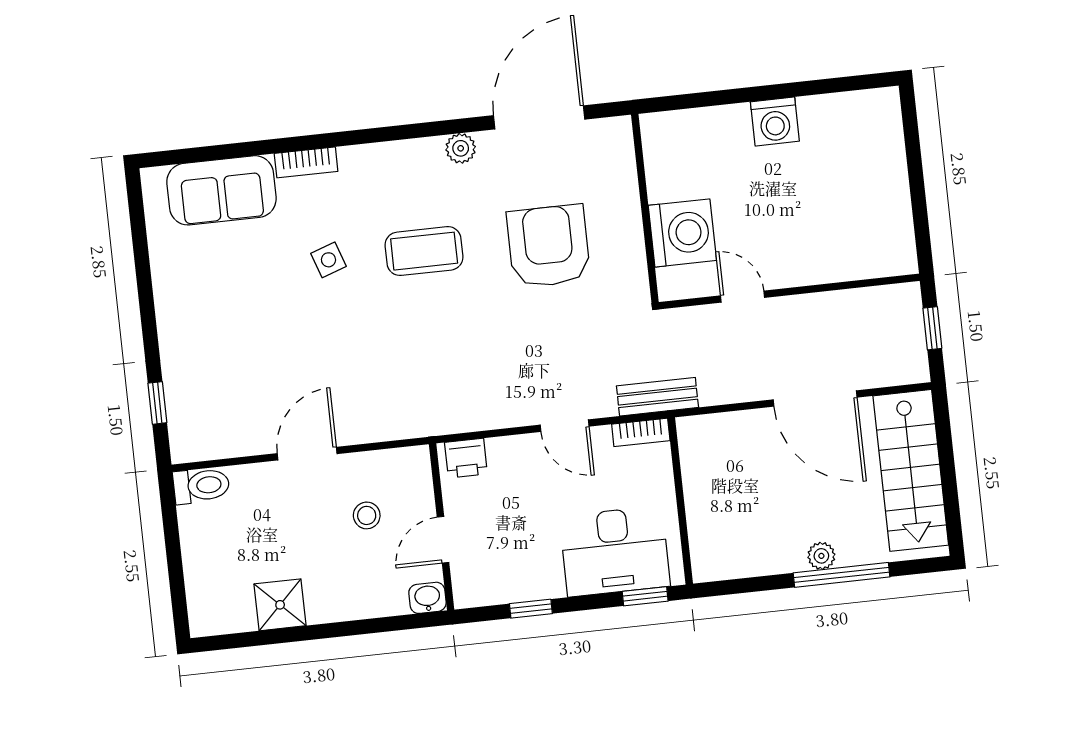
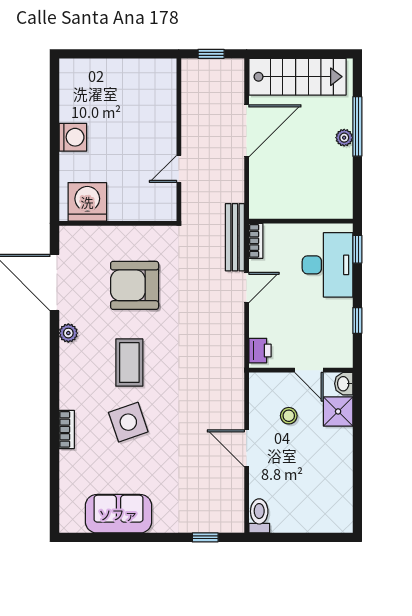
sofa: (221, 190) -> (118, 514), moved, turned -90
washing machine: (682, 233) -> (87, 202), moved
side table: (328, 260) -> (128, 422), width x1.87, depth x1.87
bench: (657, 397) -> (235, 237), width x1.36
shower: (280, 605) -> (338, 411), moved

